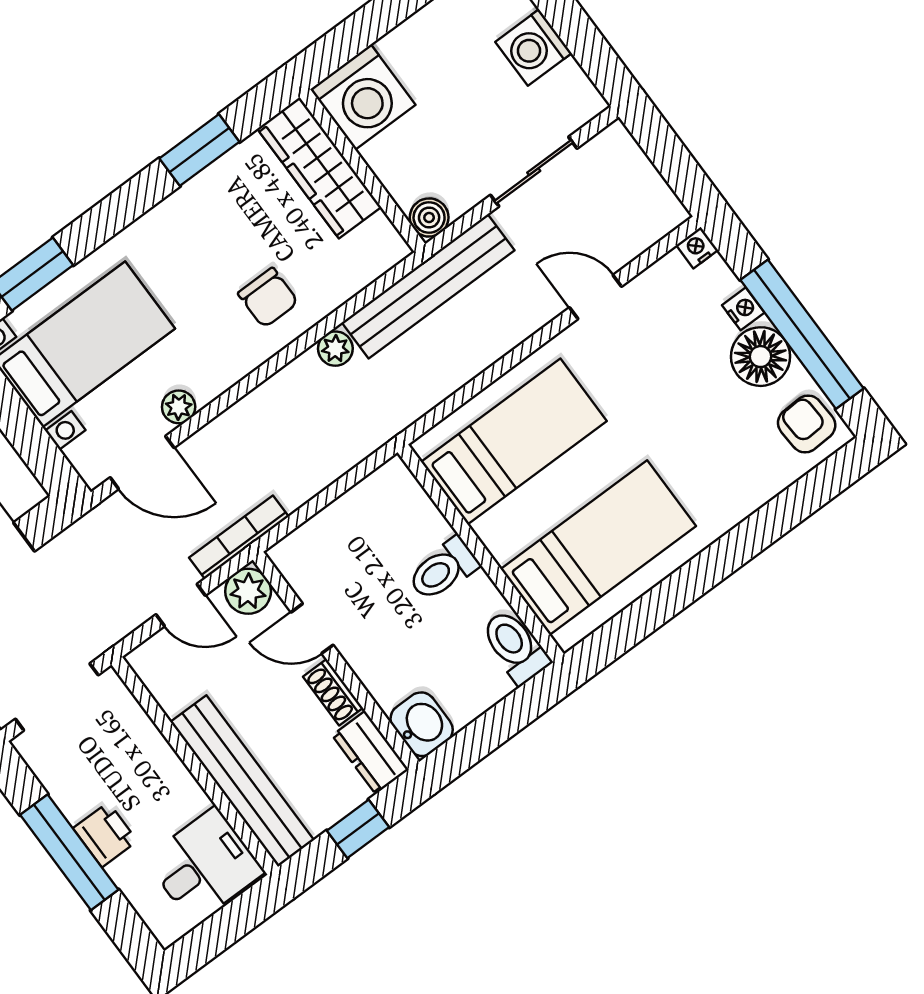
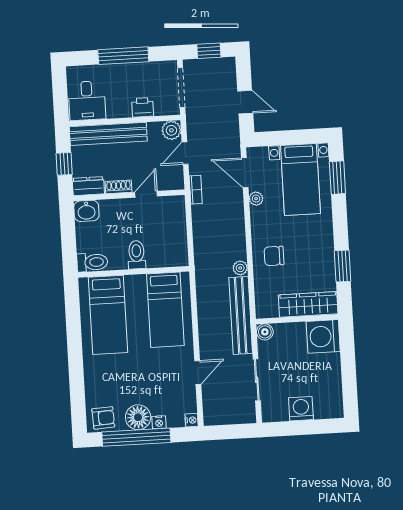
door: (142, 463) -> (245, 173), hinge flipped
bookcase: (239, 537) -> (196, 190), width x0.64
plant: (248, 591) -> (171, 130), moved
printer: (105, 835) -> (143, 107), moved, turned 180

